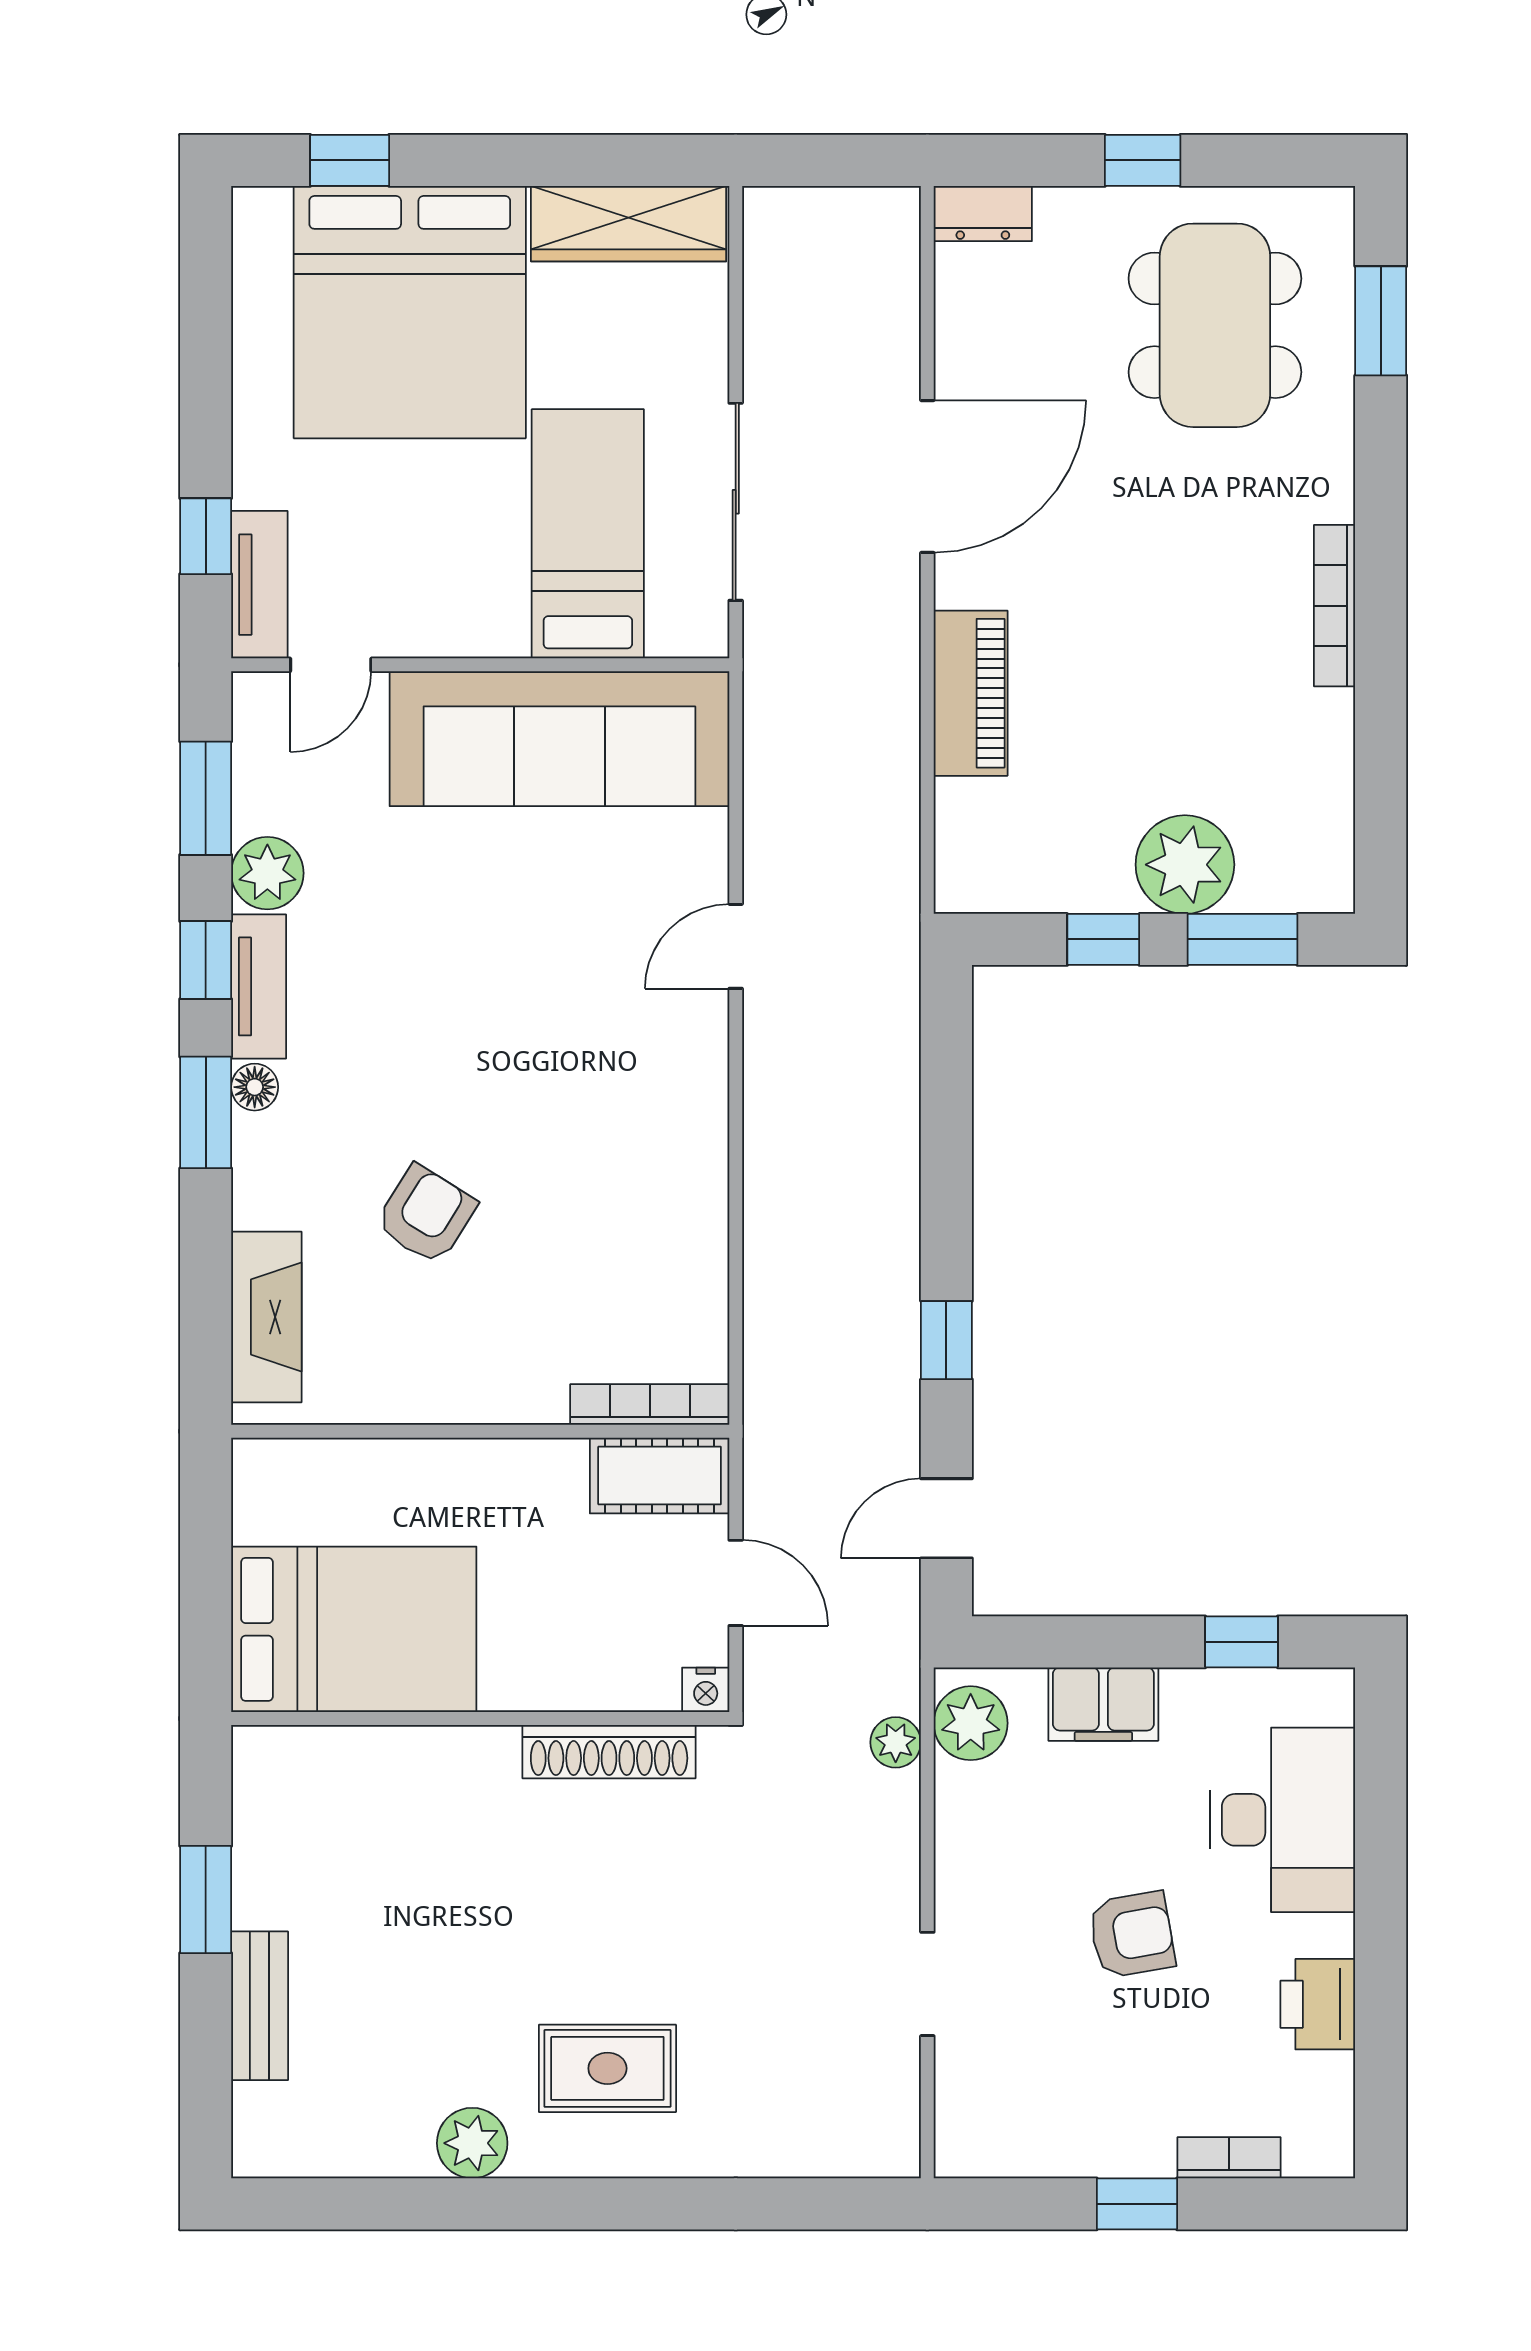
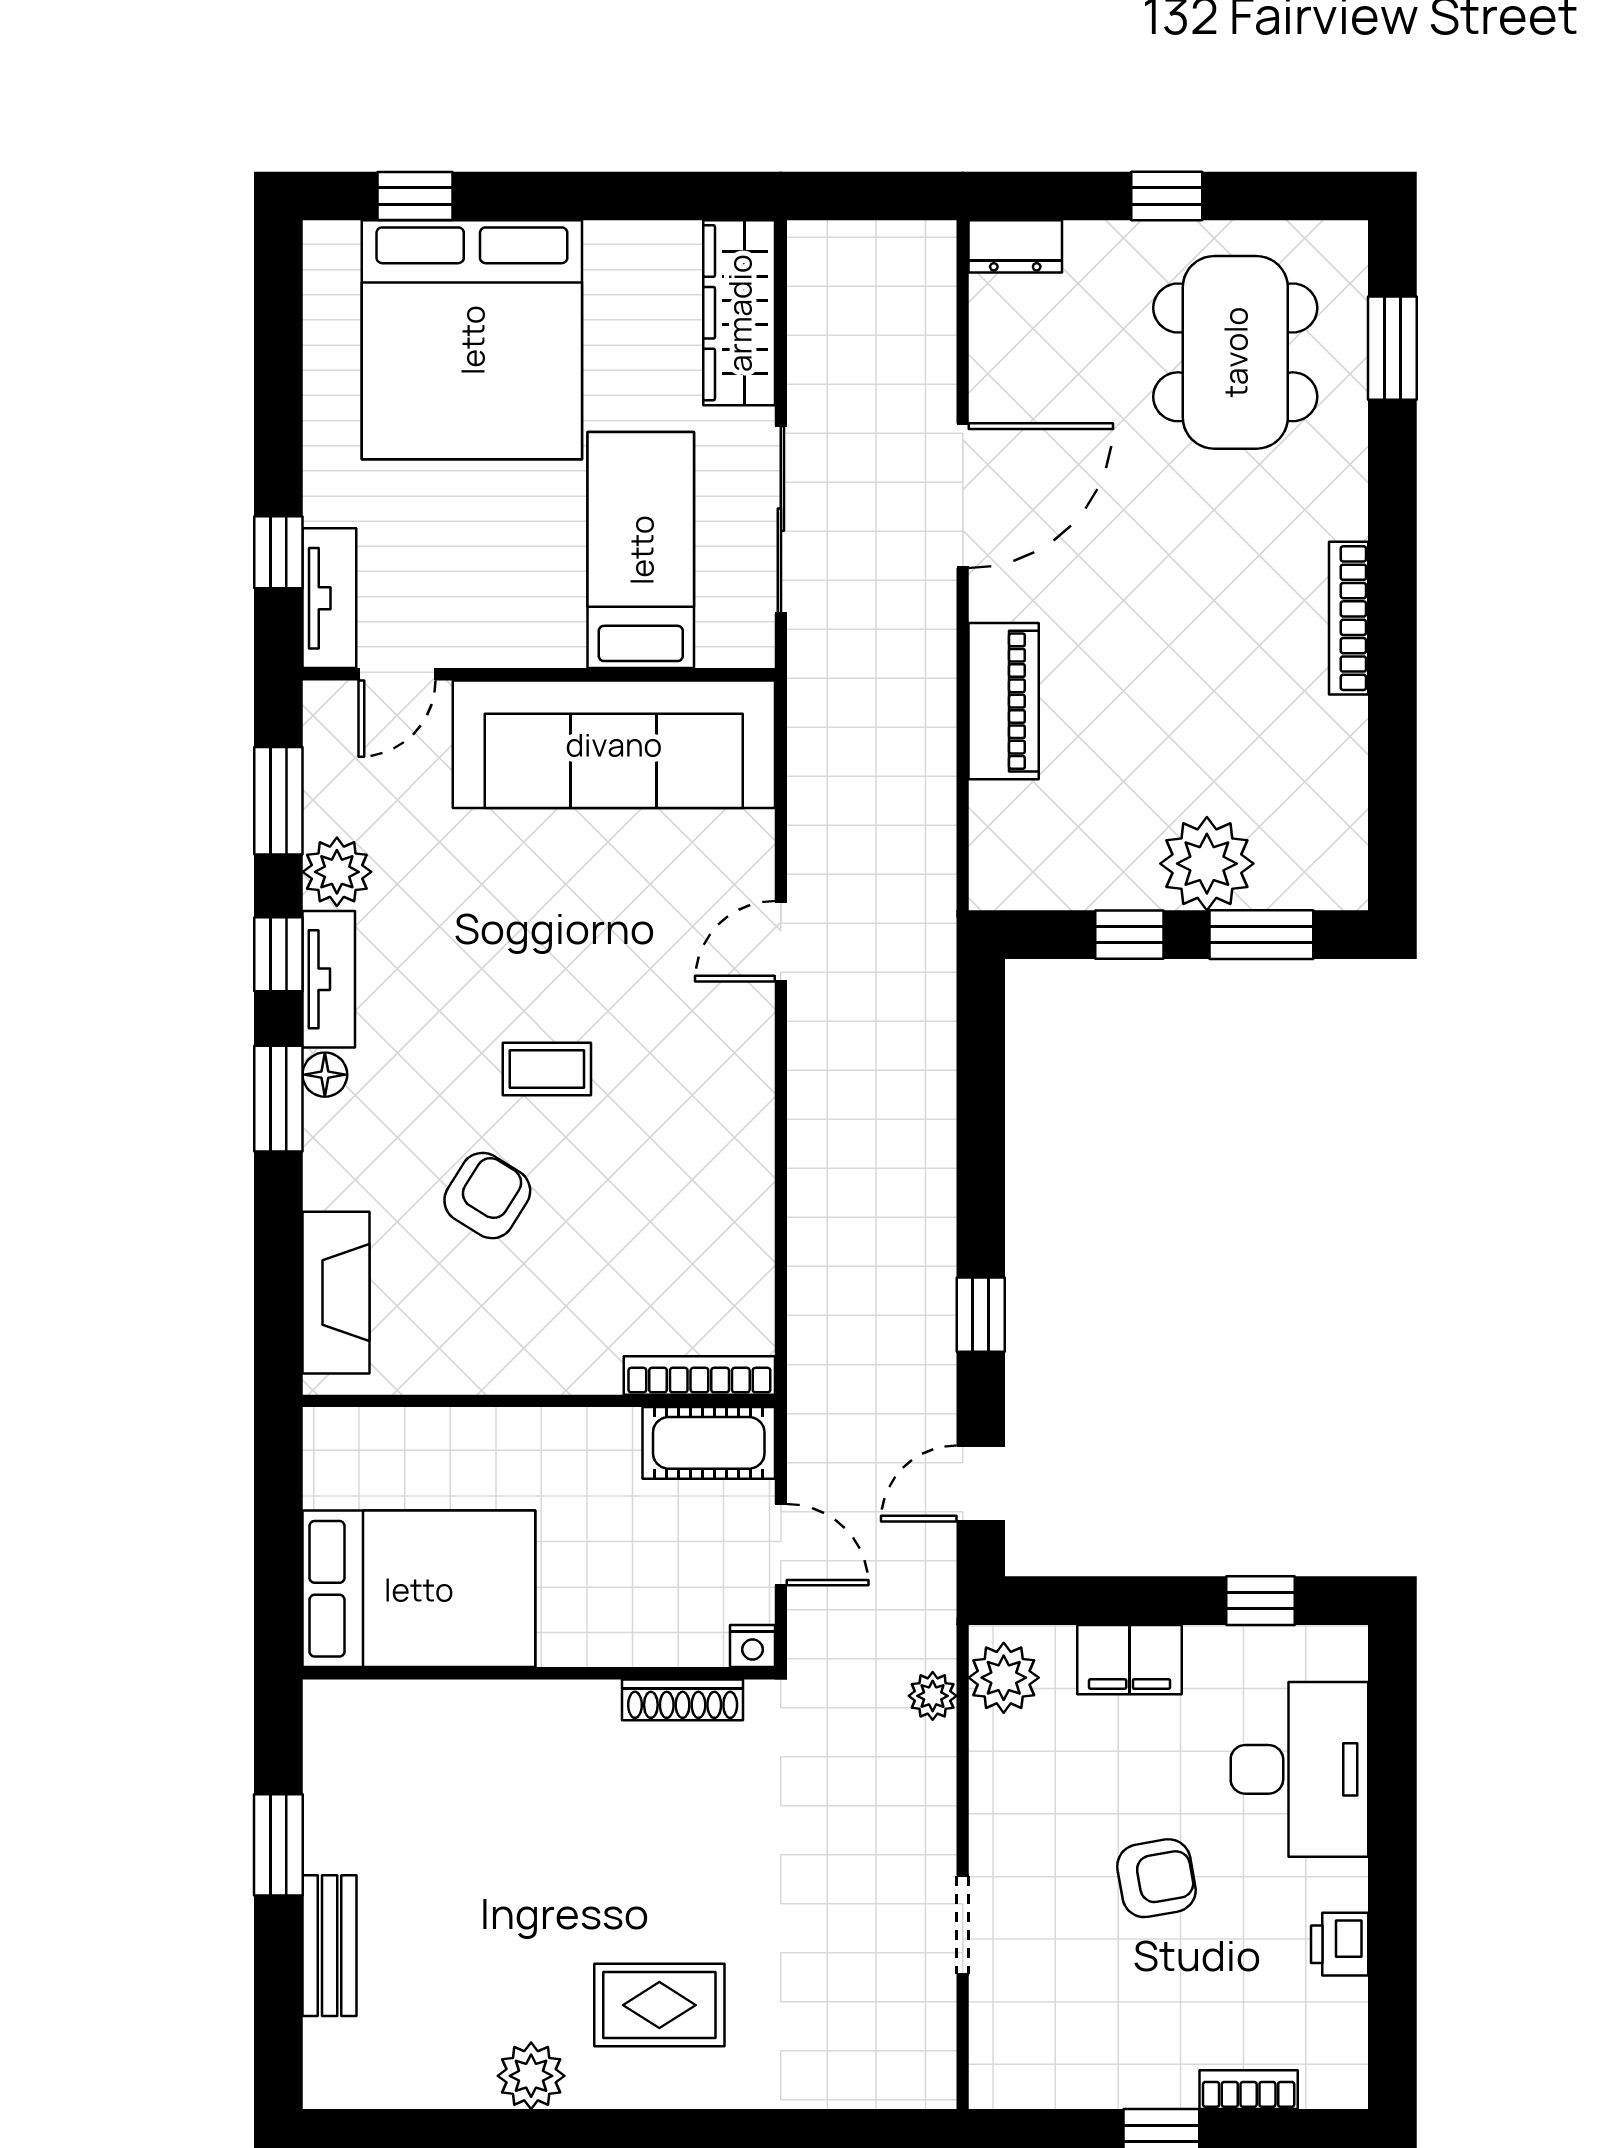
wardrobe: (629, 224) -> (739, 313), moved, turned 90
coffee table: (489, 1081) -> (547, 1069), added
shoe rack: (609, 1752) -> (683, 1700), width x0.74, depth x0.81
printer: (1318, 2004) -> (1340, 1944), width x0.73, depth x0.81

